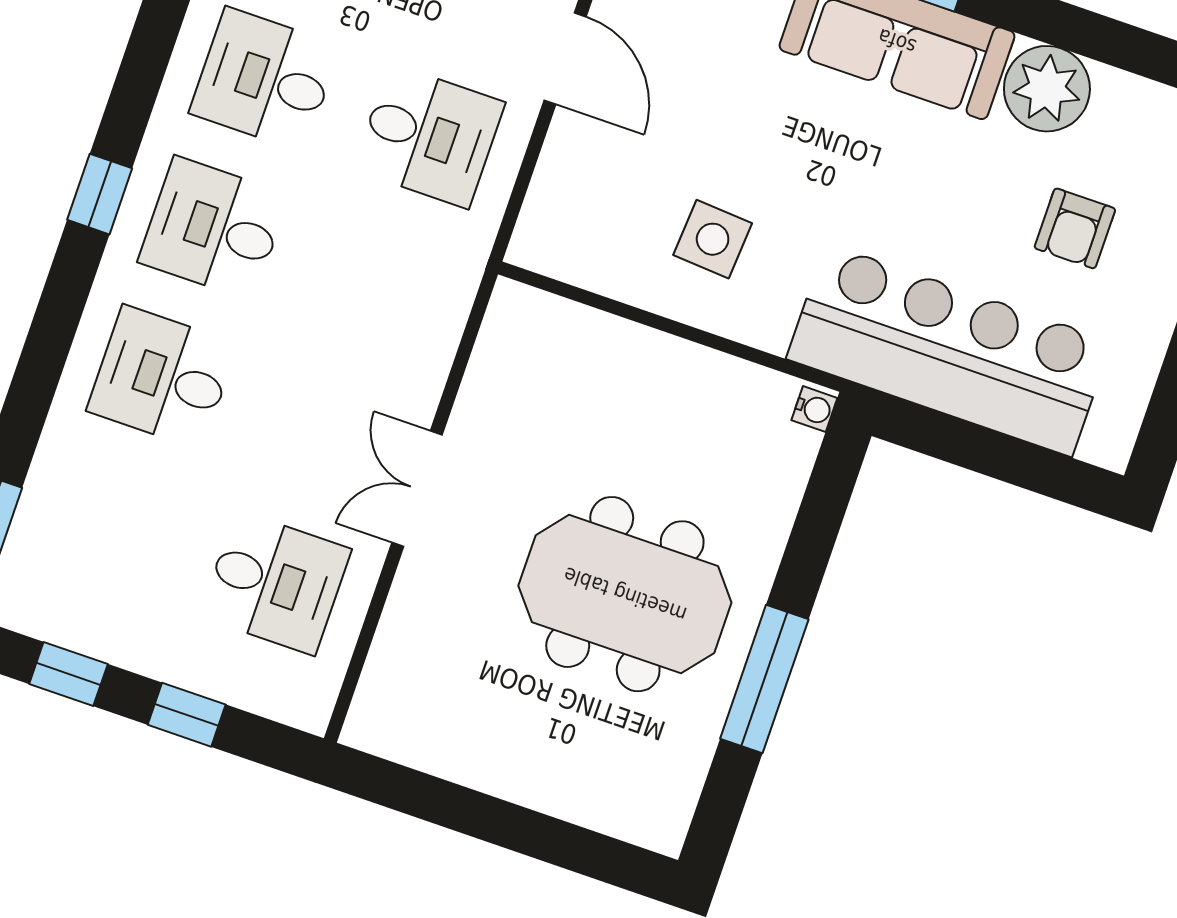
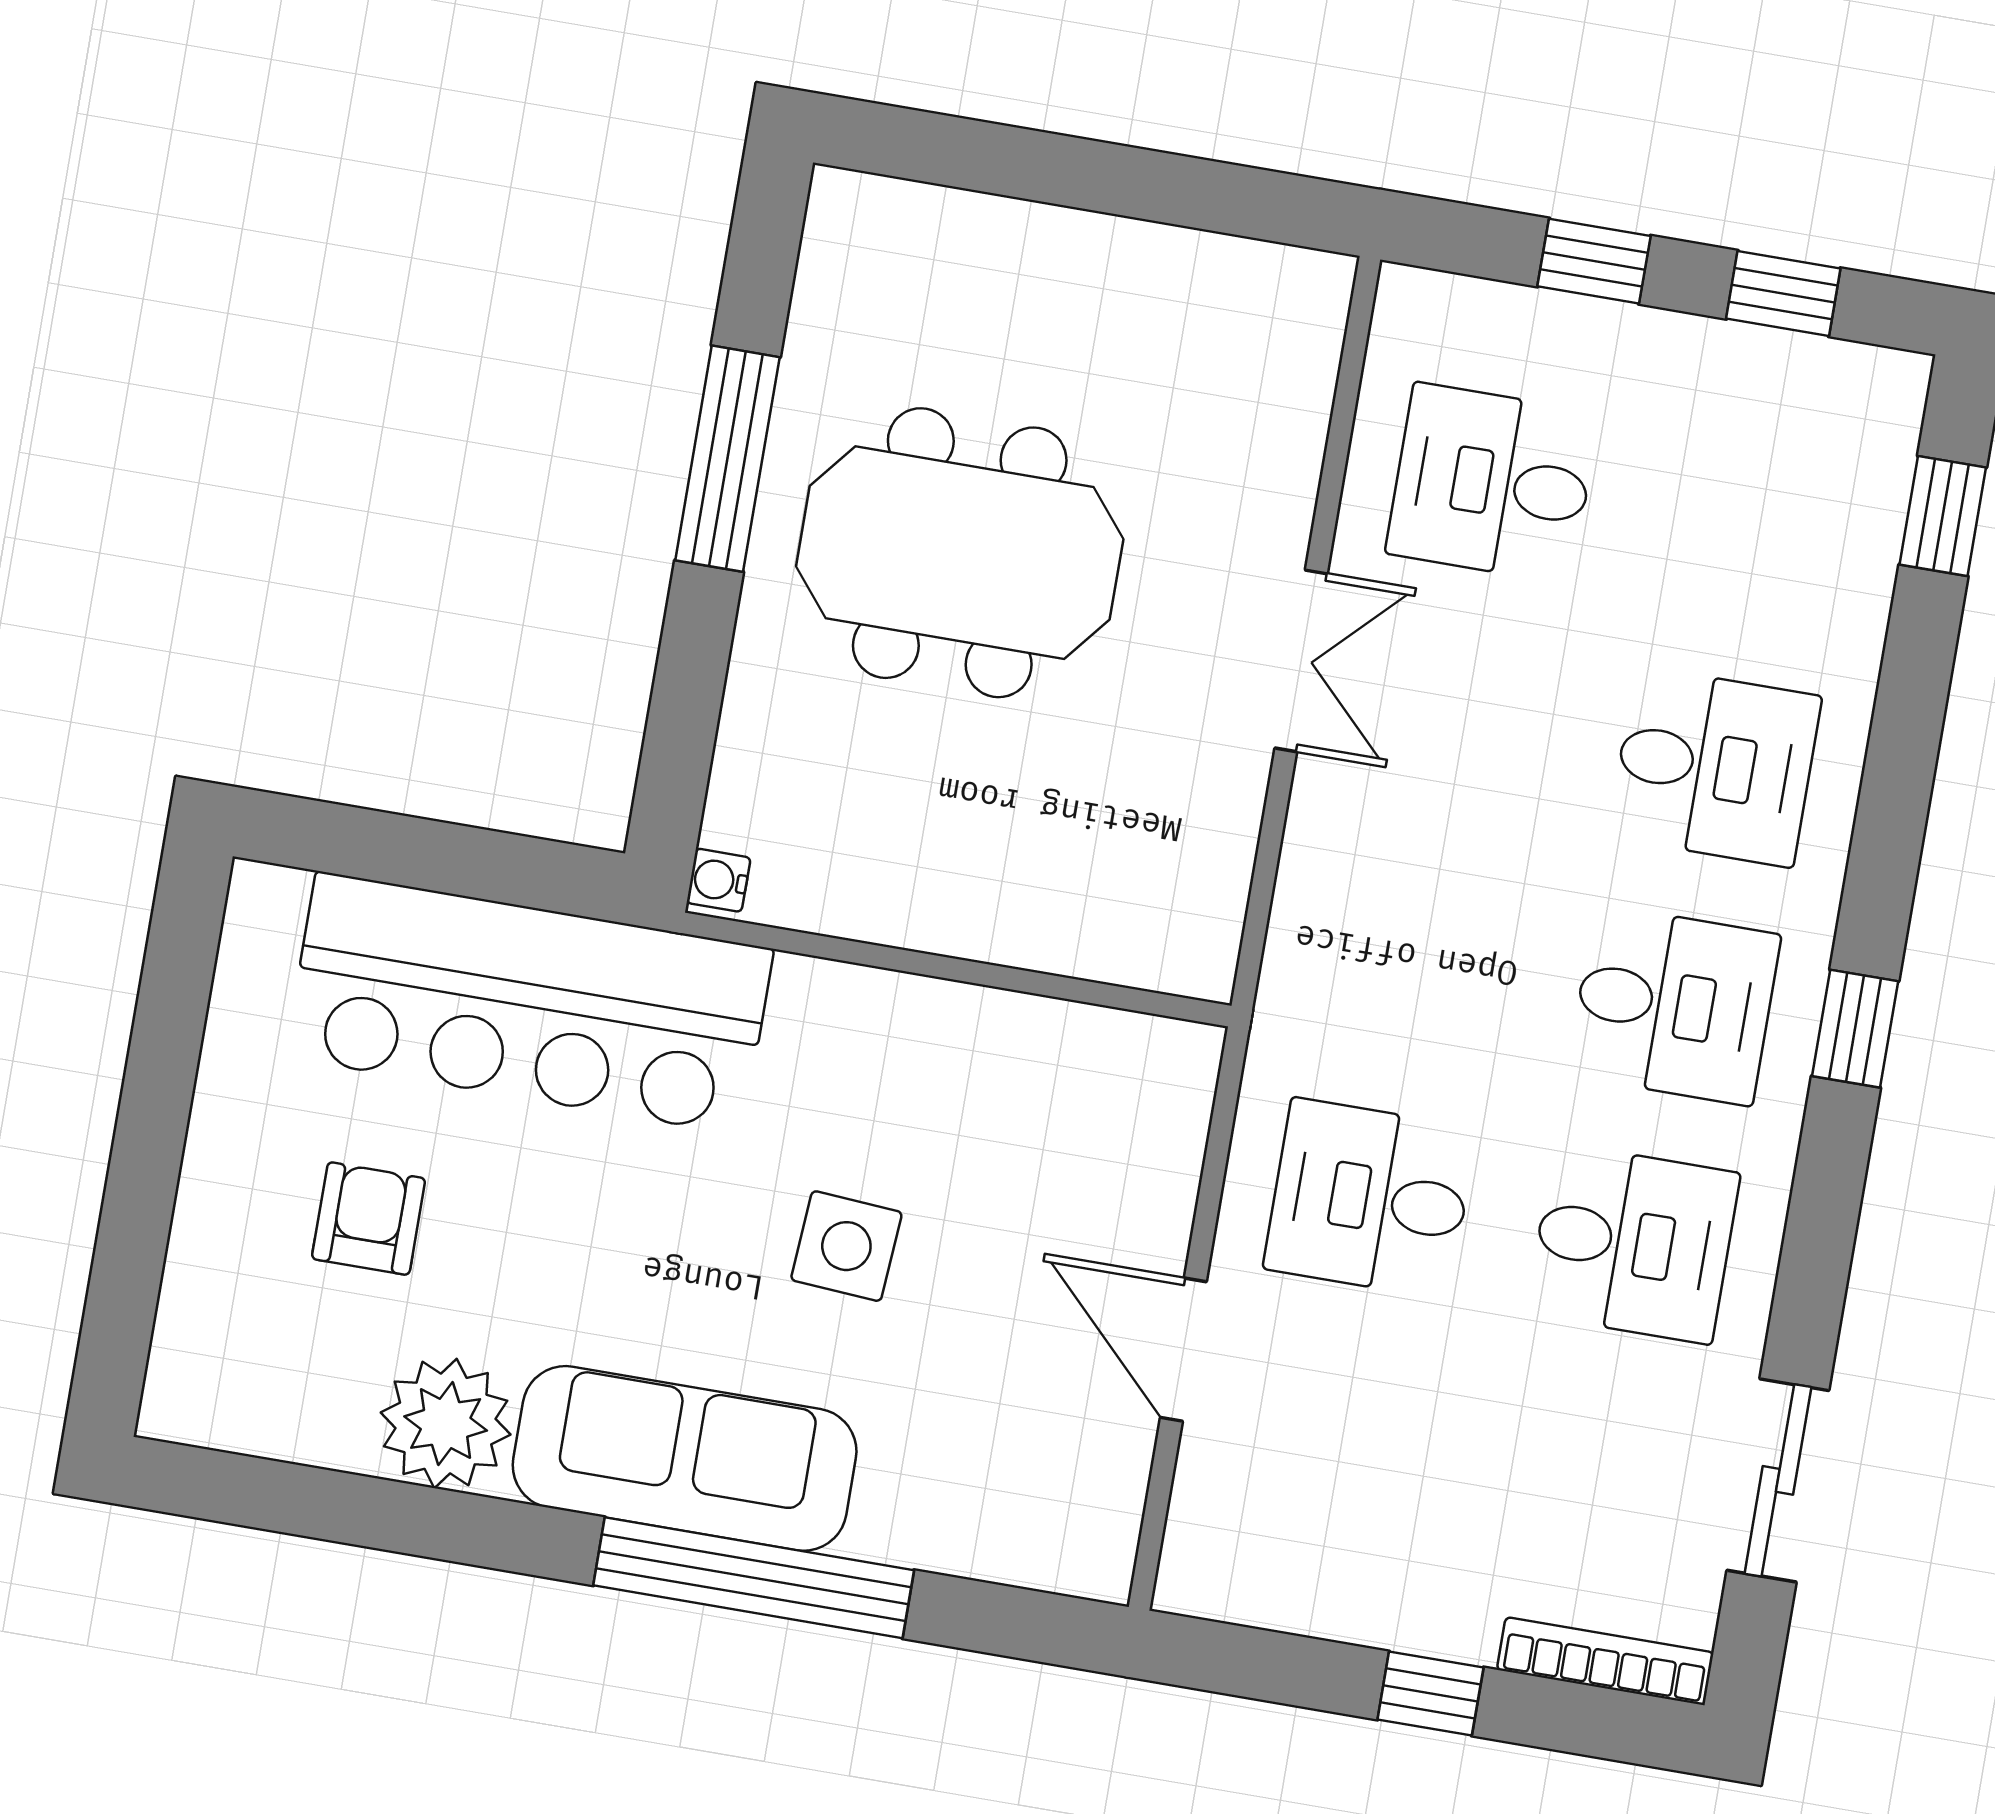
side table: (713, 239) -> (846, 1246), moved

